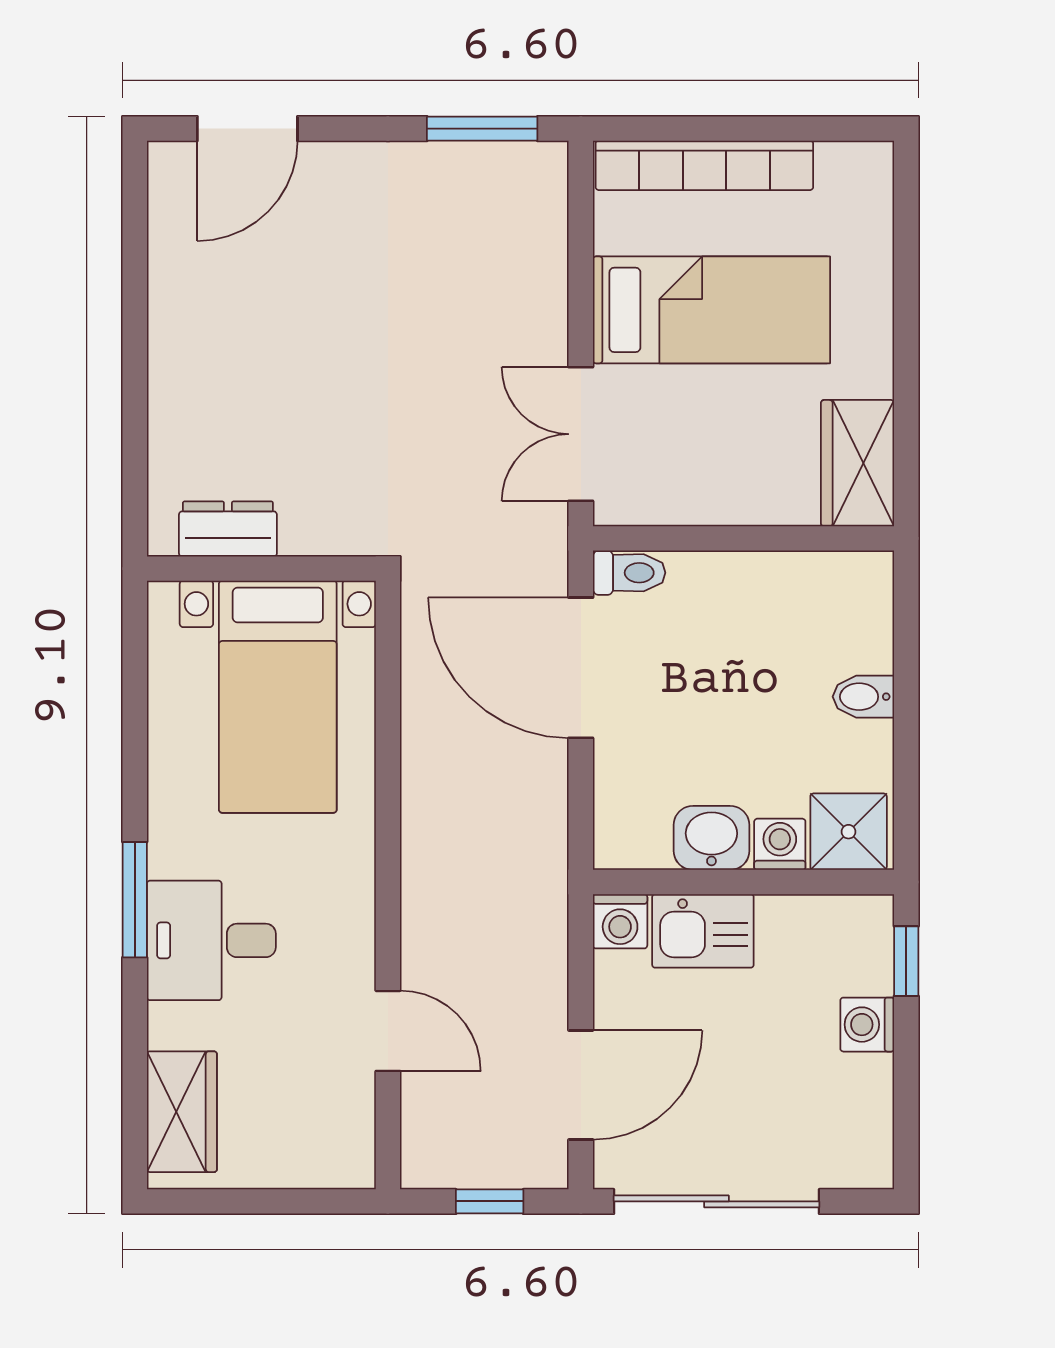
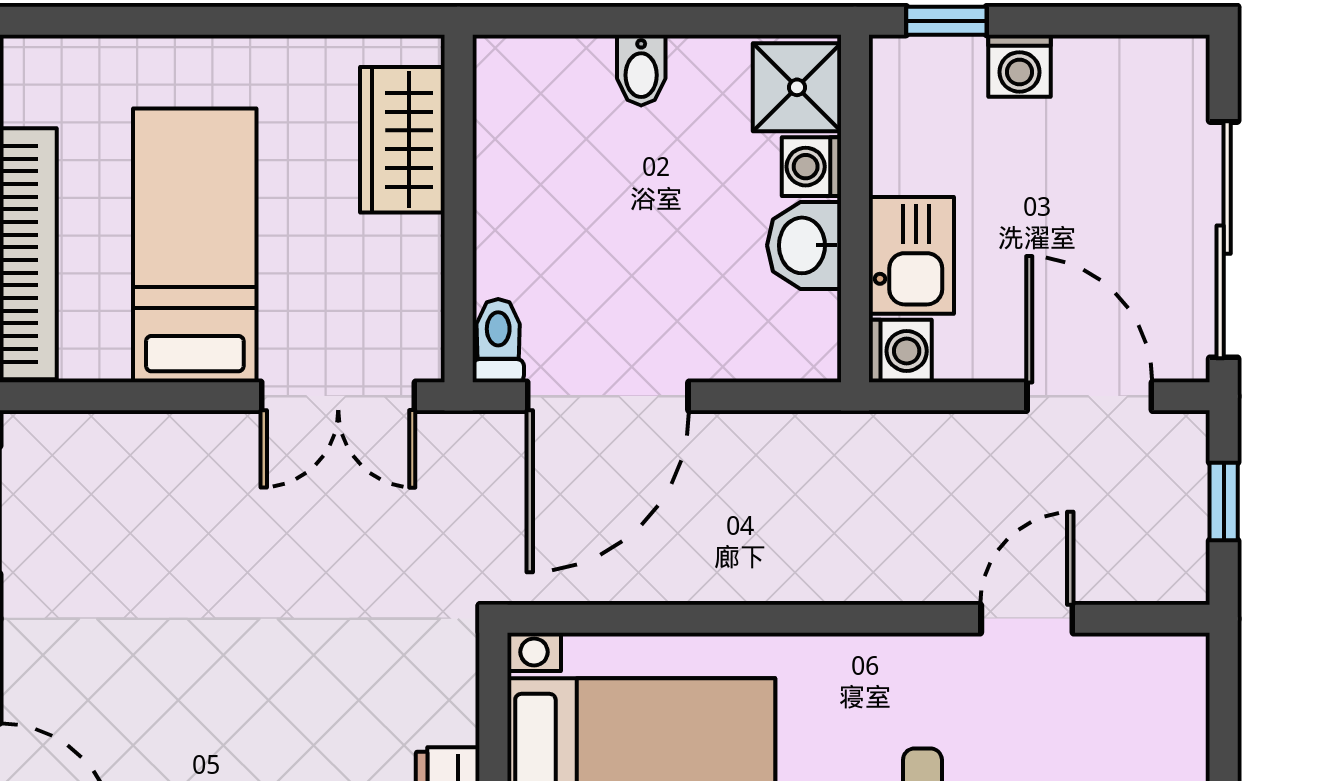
wardrobe: (858, 463) -> (402, 140), moved, turned 90

